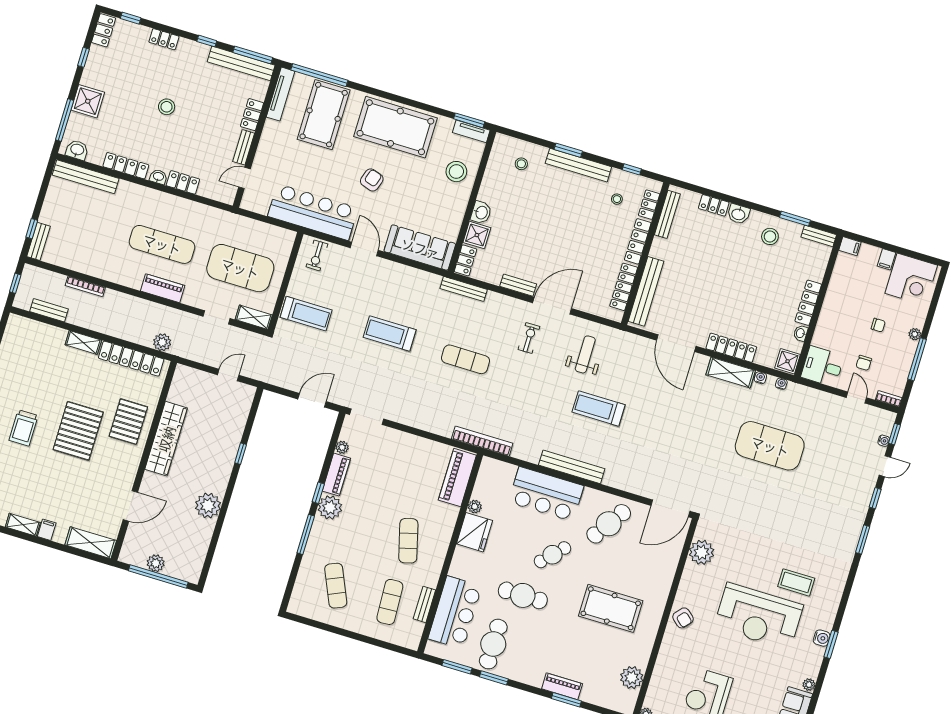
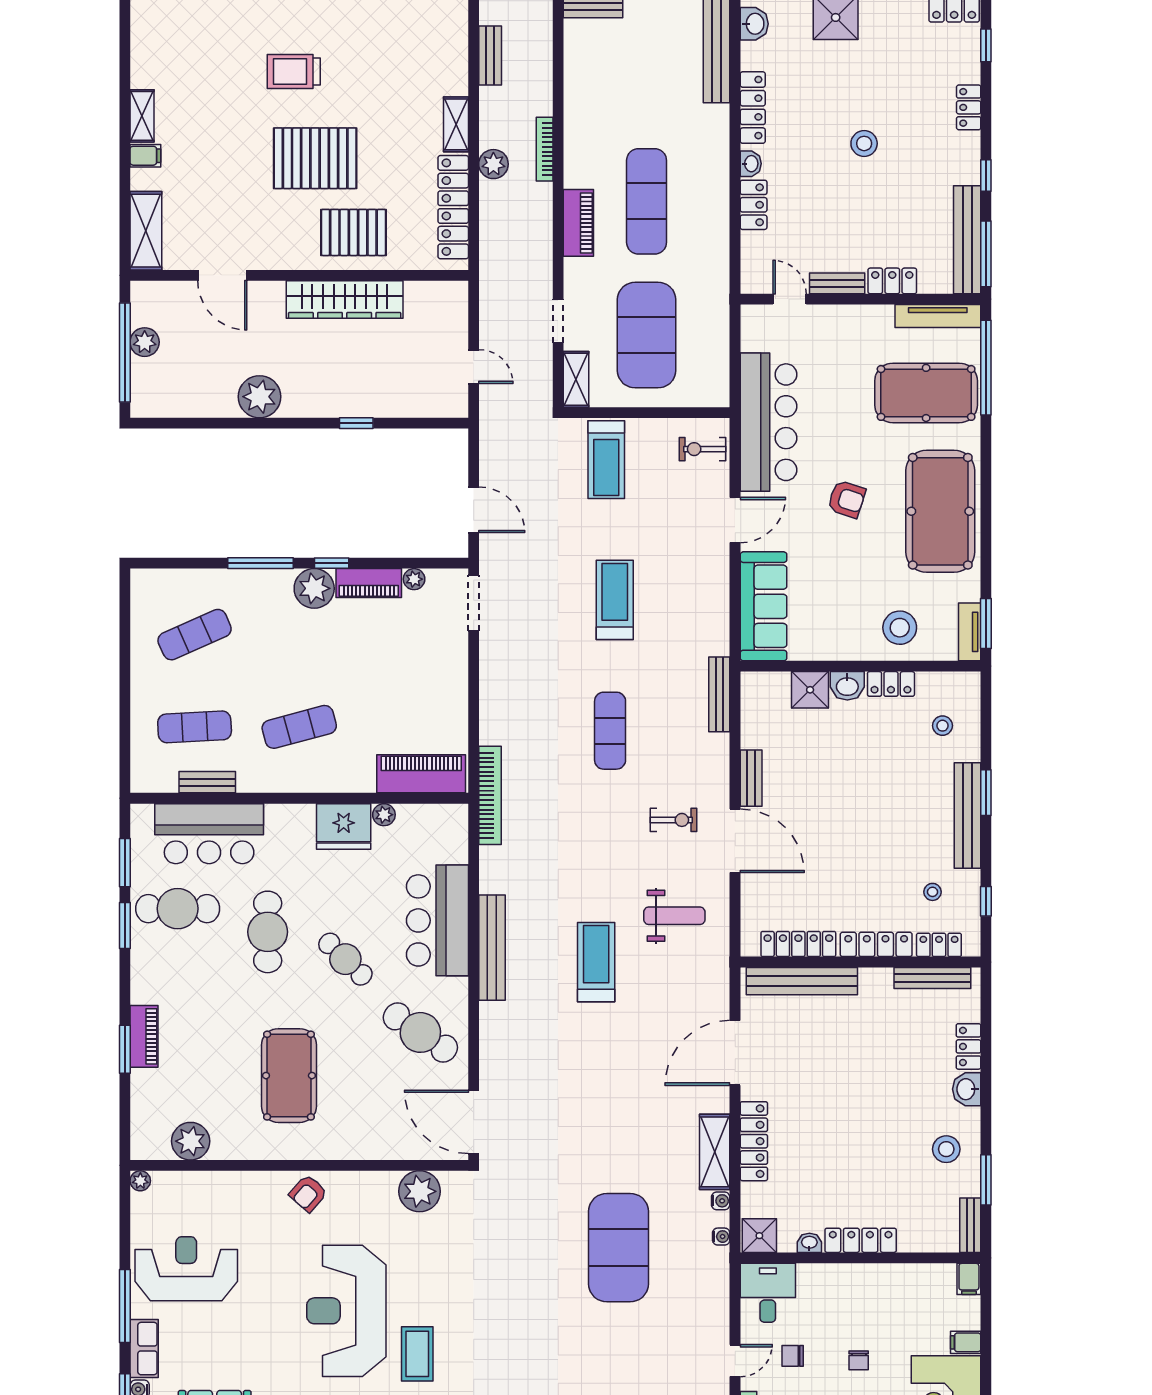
locker: (466, 260) -> (891, 684), moved
bookcase: (85, 286) -> (545, 149), moved
plant: (162, 342) -> (493, 164), moved

